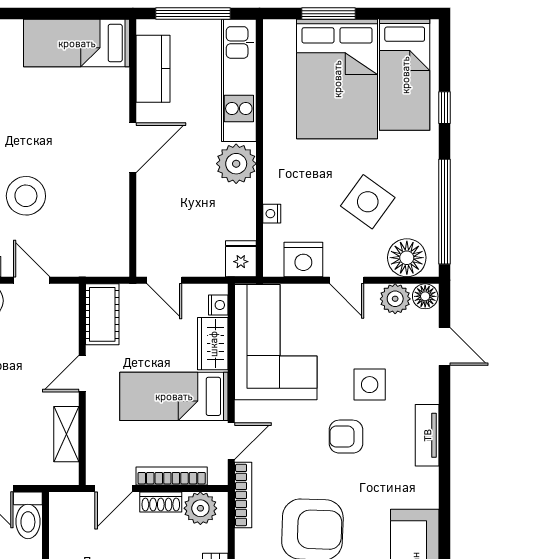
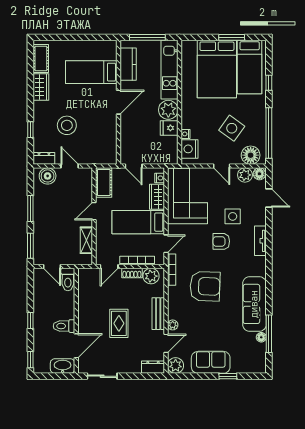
window: (329, 14) -> (232, 37), moved
bed: (77, 43) -> (91, 72), moved
fridge: (241, 259) -> (169, 128), moved, turned -90
nightstand: (303, 260) -> (189, 149), moved, turned 90

